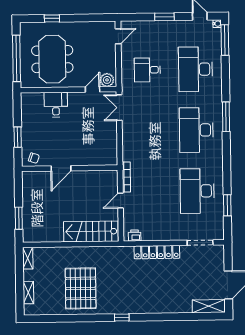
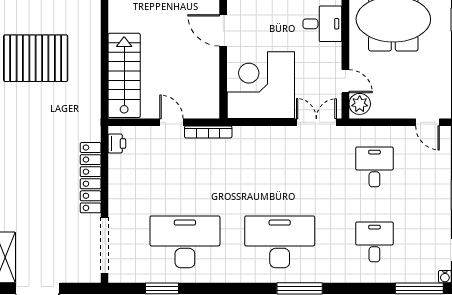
desk: (195, 69) -> (374, 242), width x0.53, depth x0.77
corner desk: (96, 144) -> (261, 85), added
doorway: (200, 243) -> (105, 245), width x1.36

